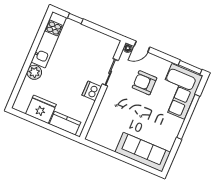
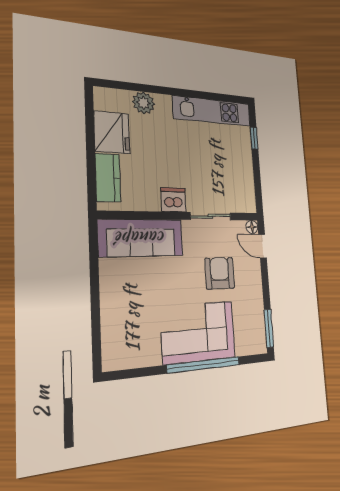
plant: (34, 72) -> (144, 103), moved
corner sofa: (178, 91) -> (198, 332), moved
sofa: (143, 152) -> (141, 238), moved, turned 90

